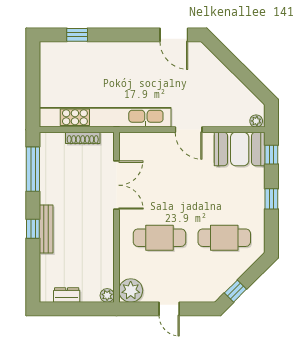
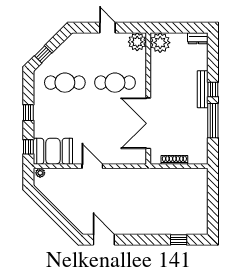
kitchen unit: (105, 117) -> (157, 176), removed
window: (33, 169) -> (213, 121), moved
double door: (116, 185) -> (148, 123), width x1.36
window: (235, 291) -> (43, 54), moved
dresser: (67, 295) -> (198, 38), moved
plant: (107, 295) -> (160, 43), width x1.87, depth x1.87

